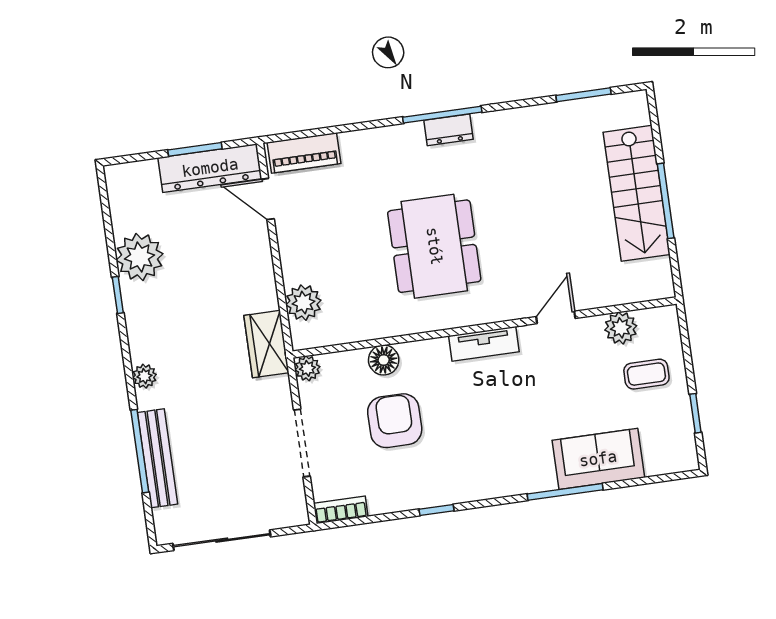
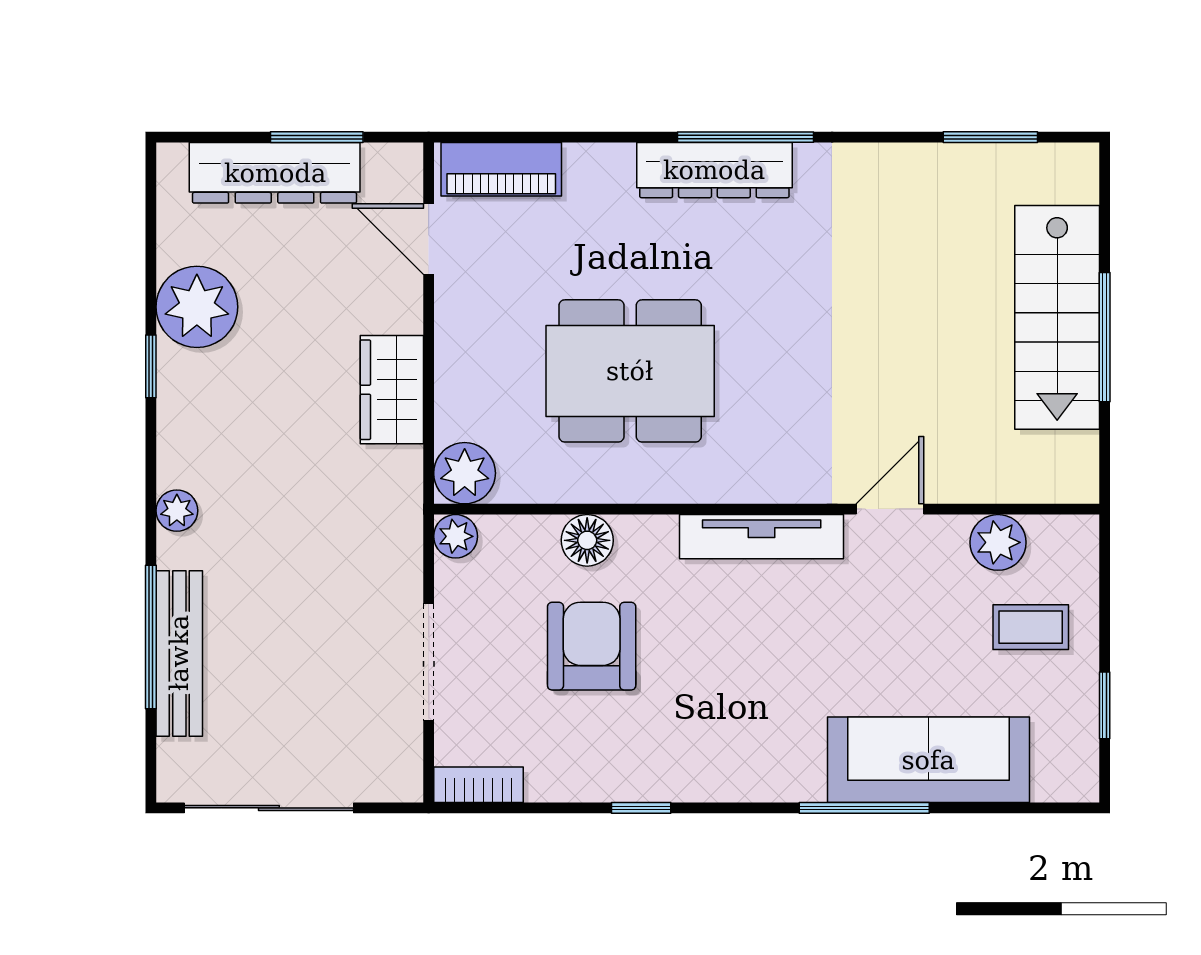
dresser: (449, 130) -> (714, 170), width x1.96, depth x1.24
dresser: (210, 168) -> (275, 173), moved
dining table: (434, 246) -> (630, 371), moved, turned 90
plant: (303, 303) -> (465, 473), moved
wardrobe: (266, 344) -> (392, 390), moved
tv unit: (484, 344) -> (762, 537), width x1.41
sofa: (598, 459) -> (928, 760), width x1.36

